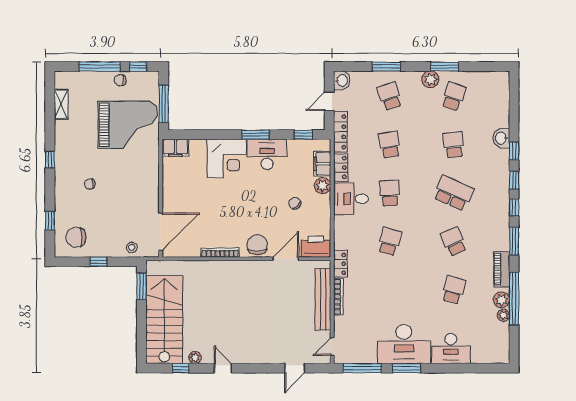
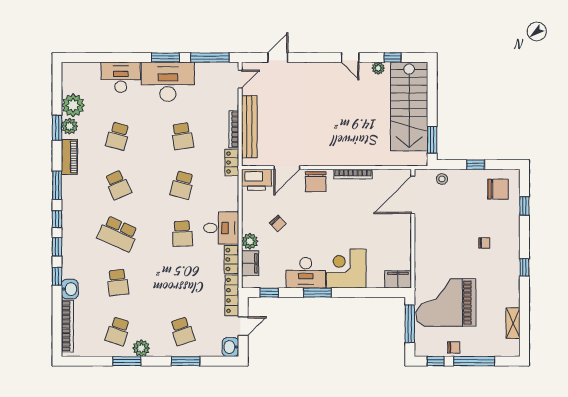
bookcase: (504, 101) -> (67, 326), added
school desk: (390, 145) -> (182, 136), moved
window: (514, 298) -> (57, 128), width x0.47
plant: (503, 315) -> (73, 105), width x1.87, depth x1.87

